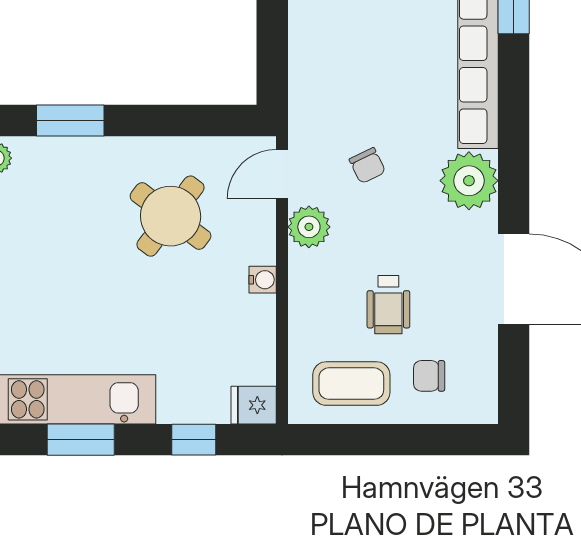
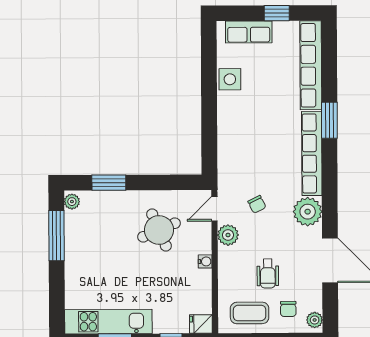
round table: (171, 216) -> (159, 230), turned 30
chair: (429, 376) -> (288, 309), turned -90
plant: (482, 398) -> (315, 320), added

